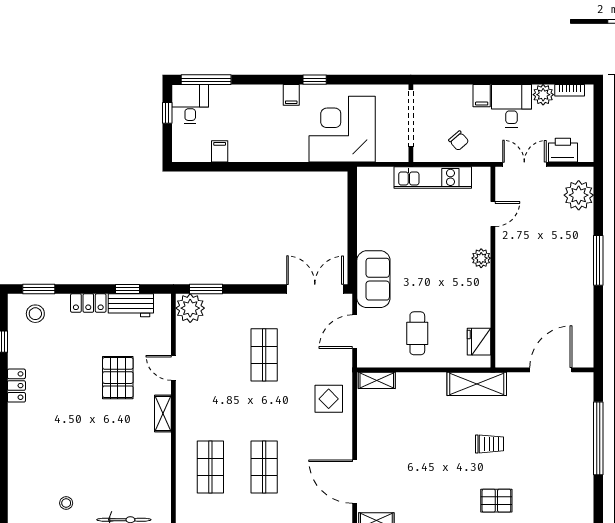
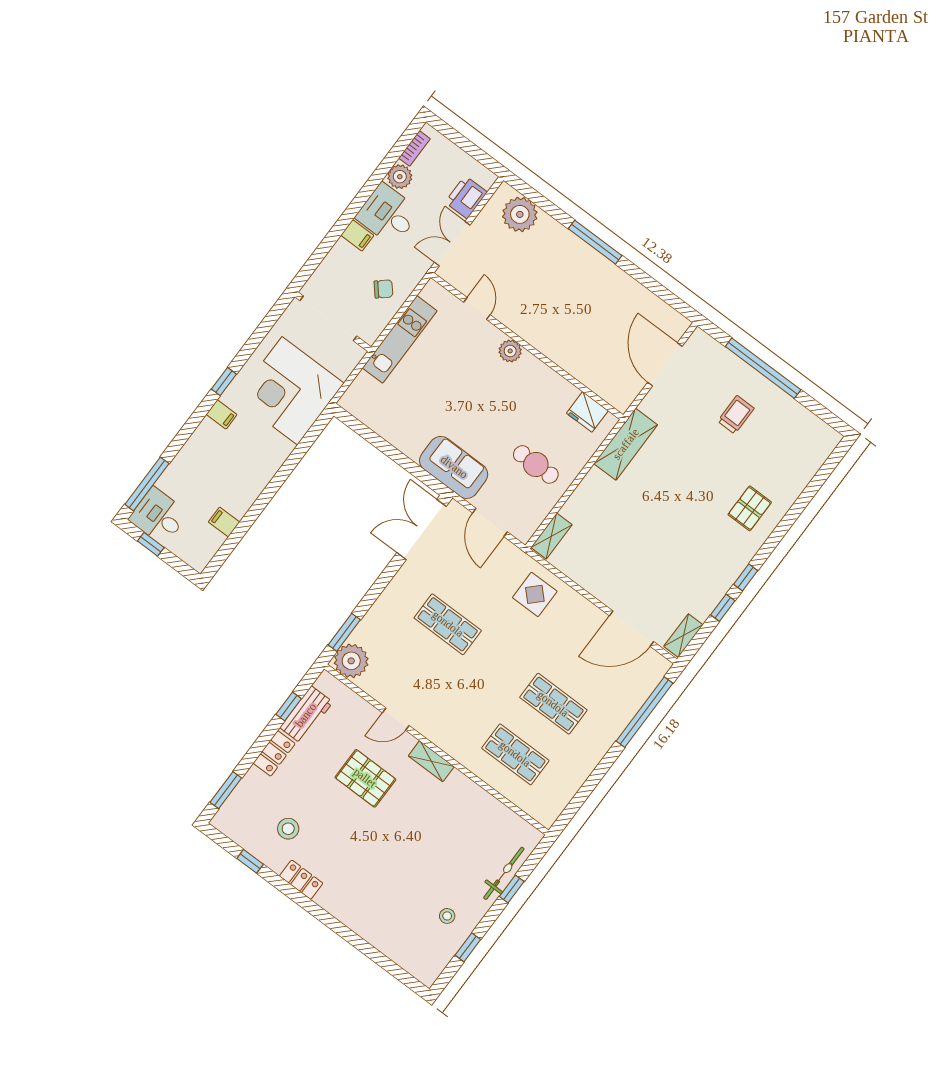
stool: (35, 314) -> (288, 829), moved
trolley: (489, 444) -> (736, 415), moved

